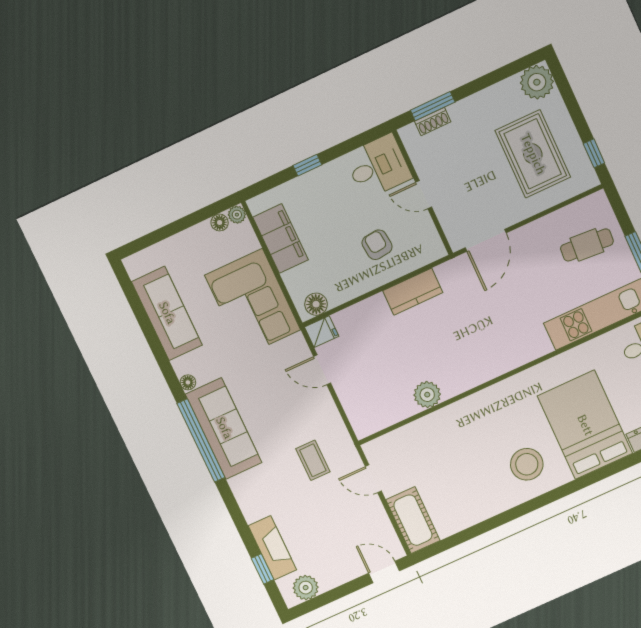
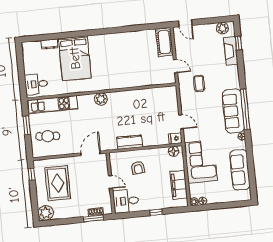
plant: (427, 395) -> (101, 99), moved
stool: (527, 464) -> (106, 50), removed

